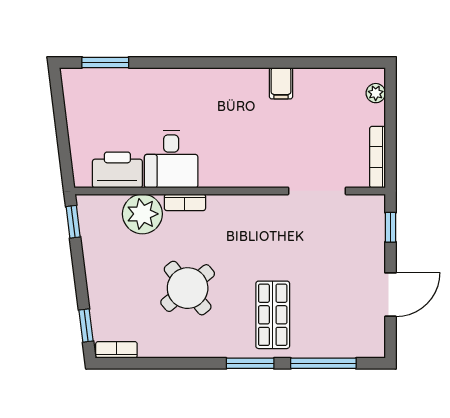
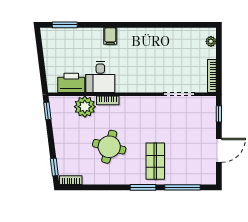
filing cabinet: (281, 83) -> (110, 36), moved
round table: (188, 288) -> (109, 147), turned -37

